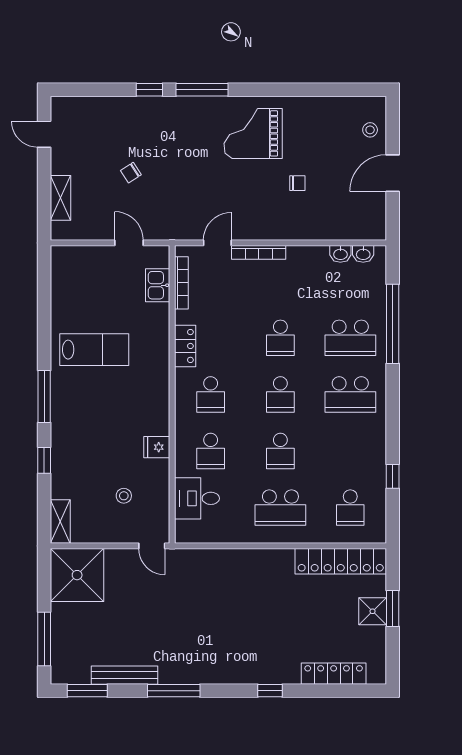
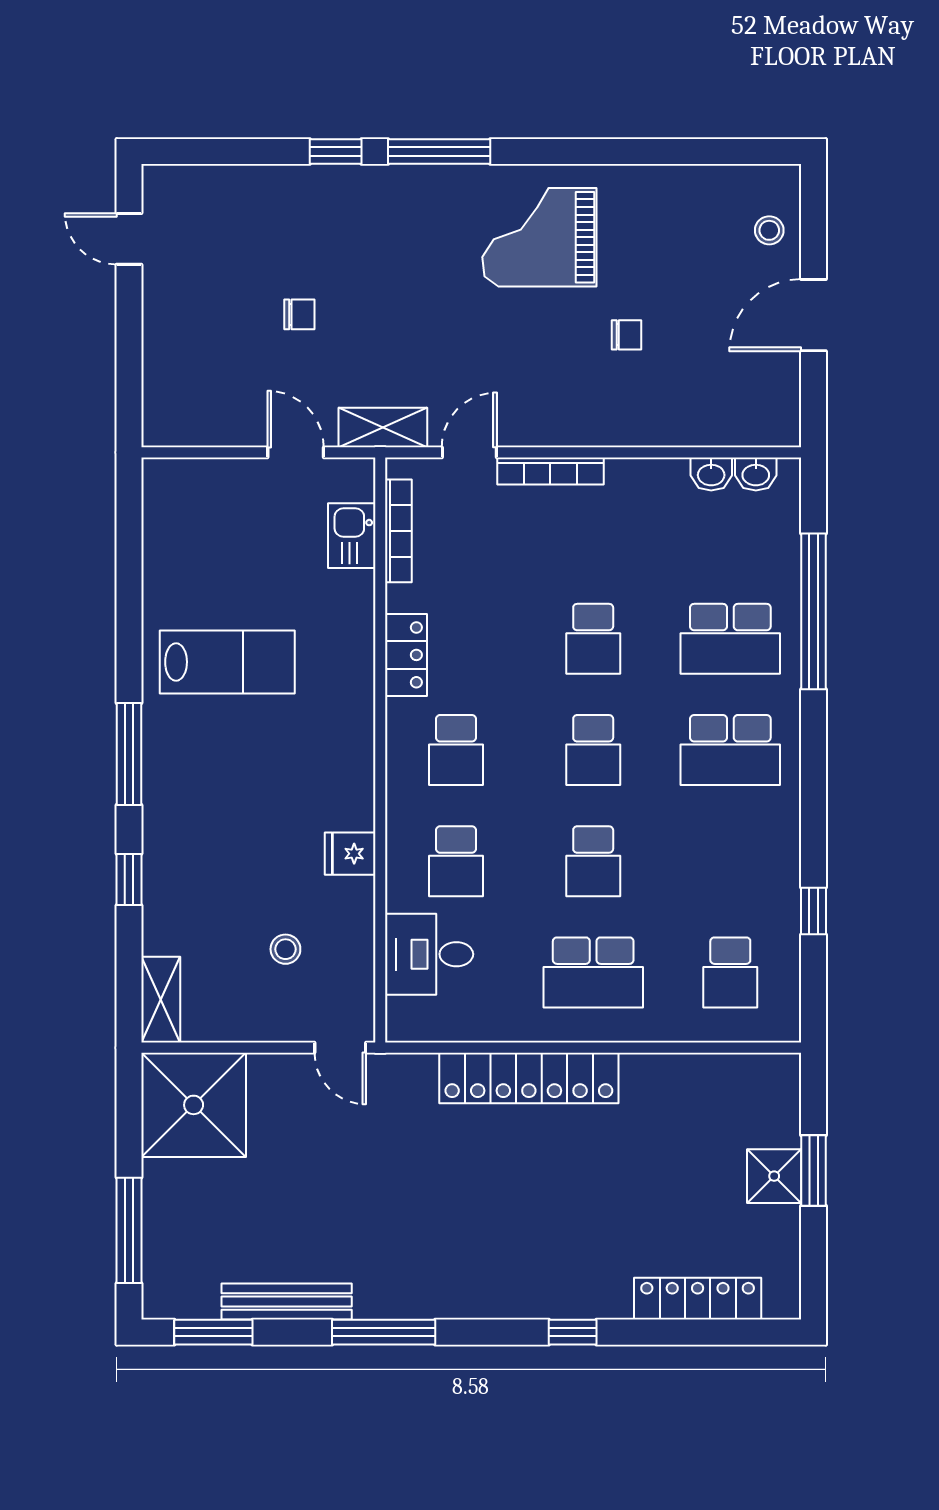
chair: (131, 173) -> (299, 314), turned -147
shelving: (61, 198) -> (383, 428), moved, turned 90
locker: (341, 561) -> (529, 1078), moved

